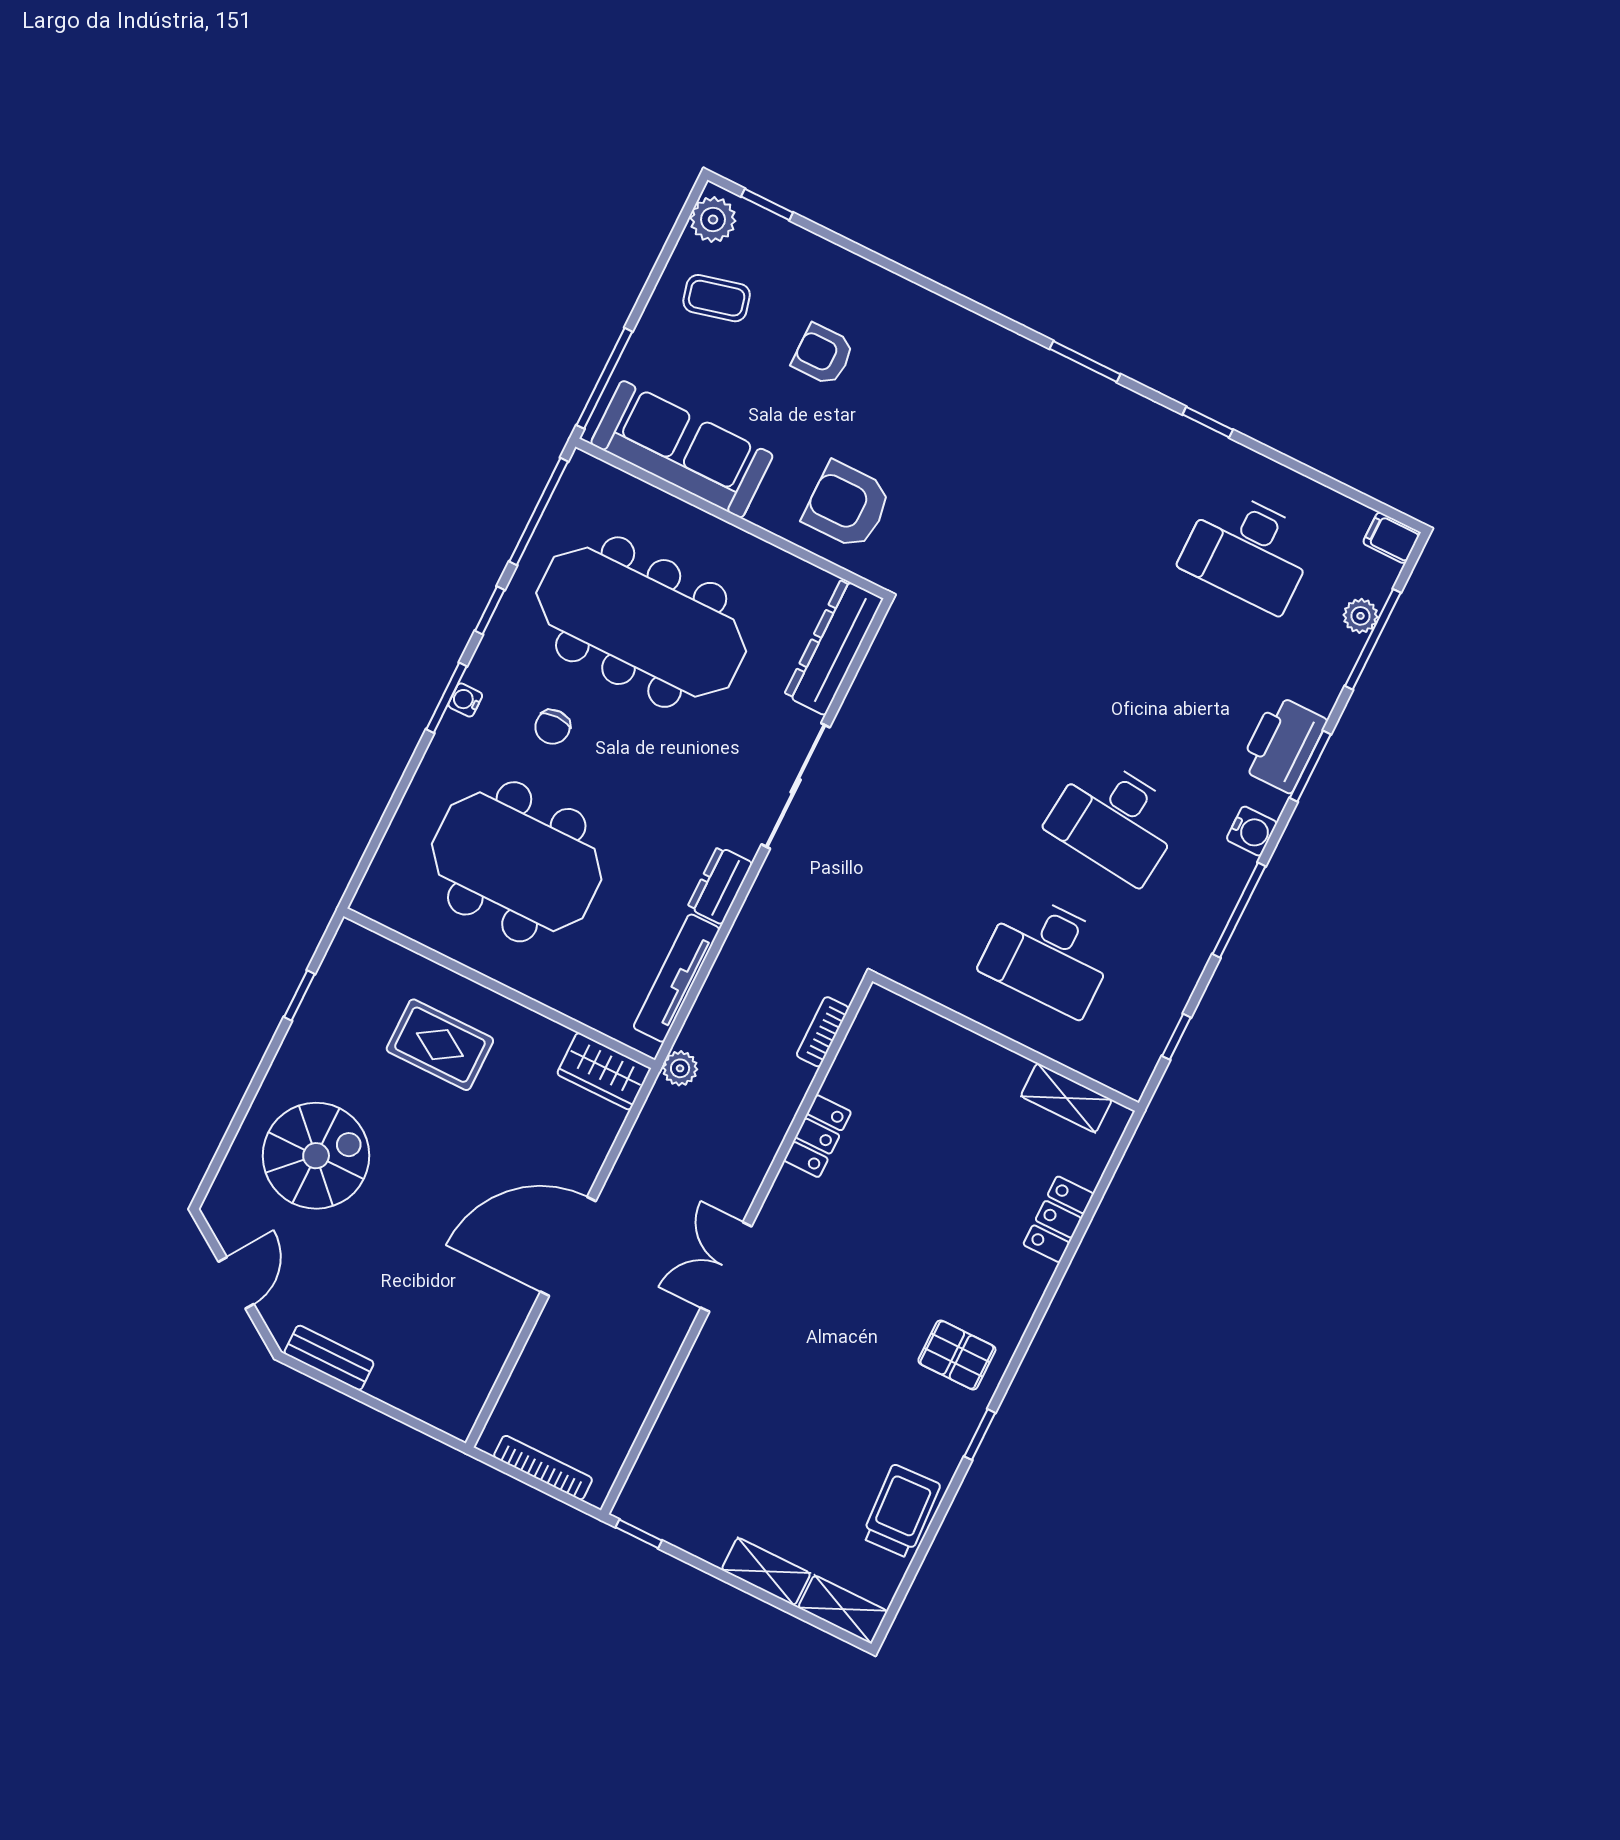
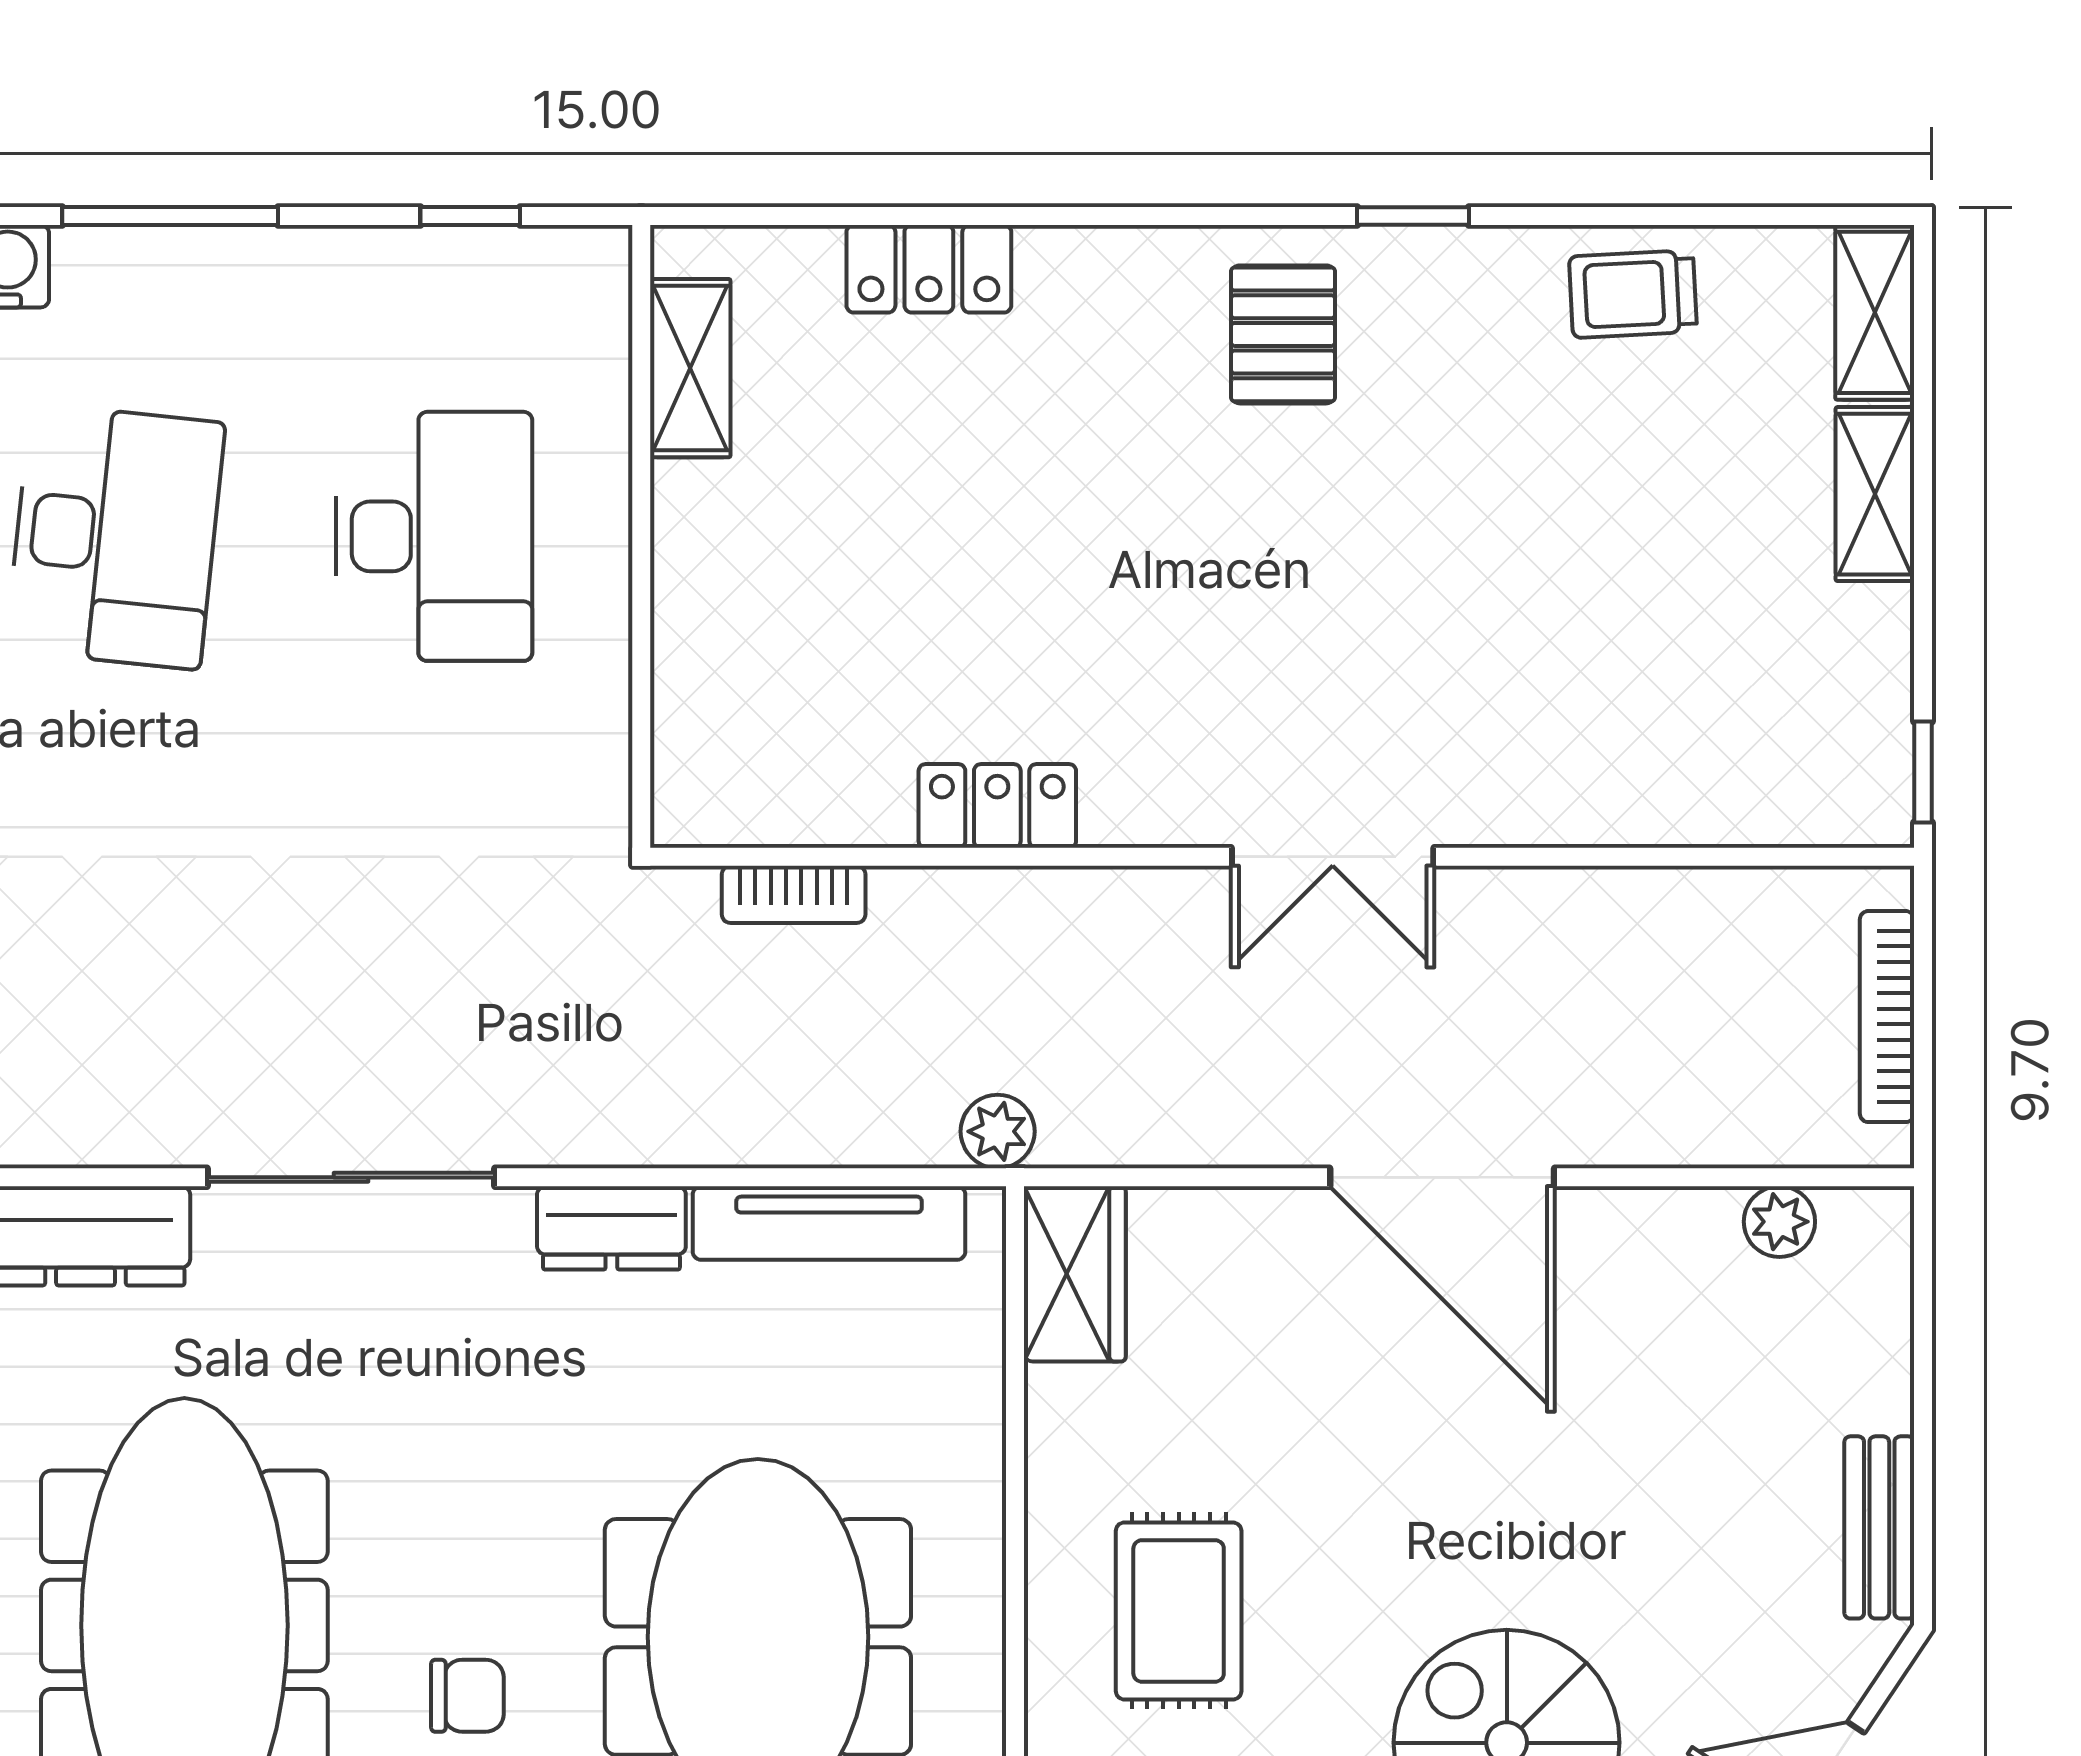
plant: (479, 1379) -> (1779, 1222), added
trolley: (901, 1511) -> (1633, 294), width x0.73, depth x0.72

